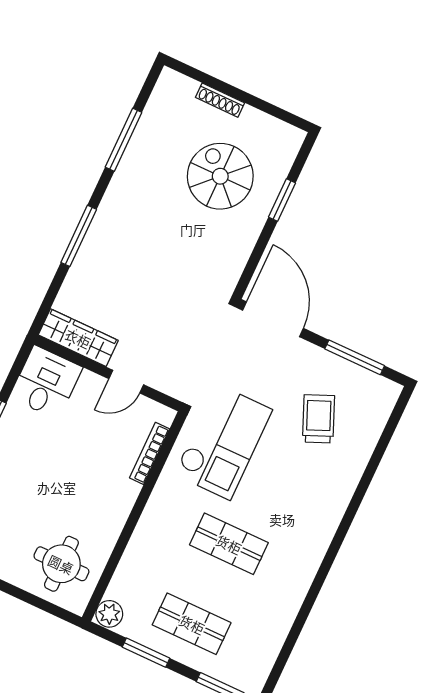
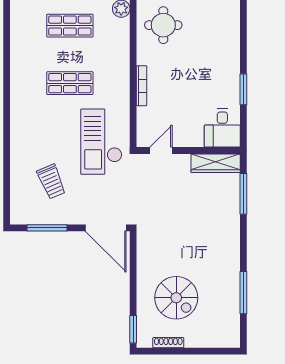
shoe rack: (220, 100) -> (168, 343), moved
window: (282, 200) -> (133, 329), moved
window: (79, 236) -> (243, 194), moved
door: (126, 382) -> (161, 151), moved
bookcase: (150, 453) -> (142, 86), moved

